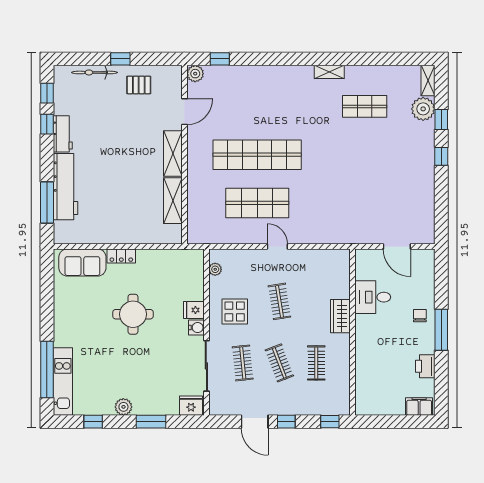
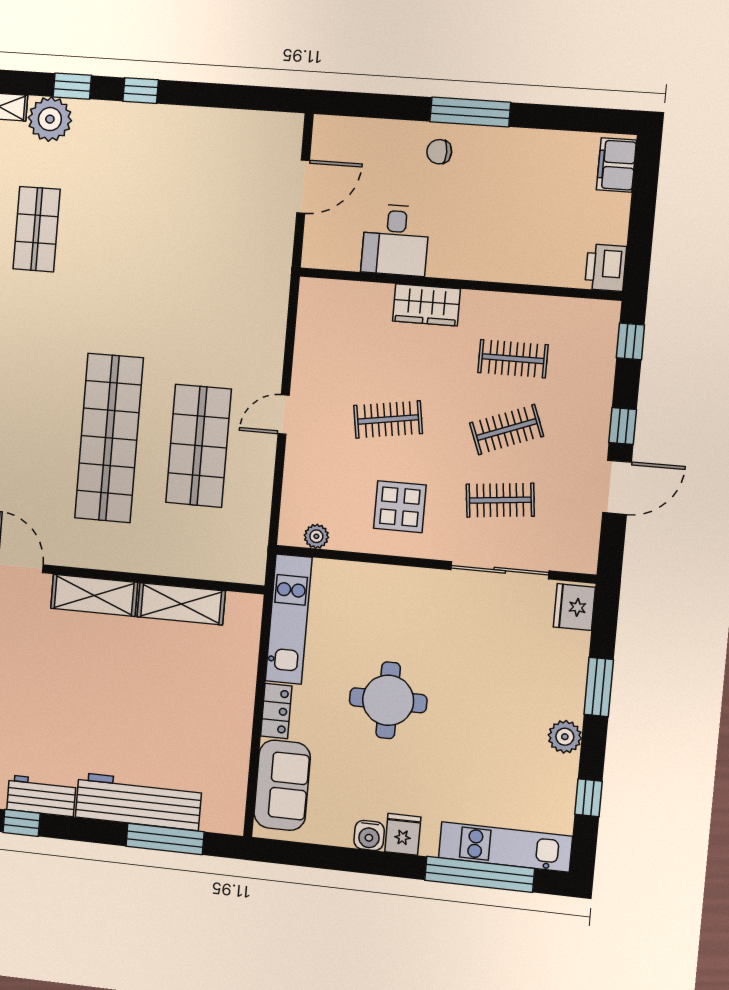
kitchen unit: (170, 258) -> (289, 619), added
fridge: (194, 310) -> (403, 834), moved, turned 180
water cooler: (196, 328) -> (369, 835), moved, turned 180
printer: (425, 366) -> (606, 268), moved, turned 90

